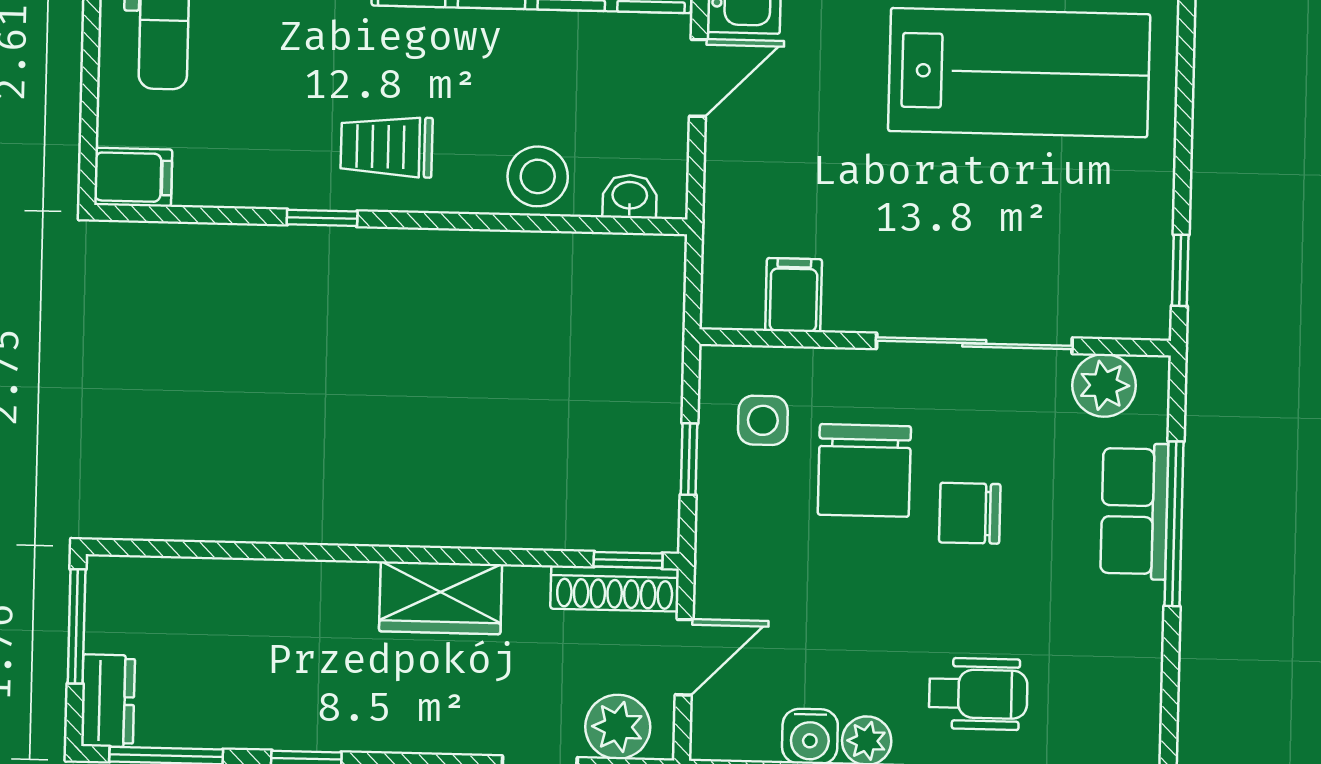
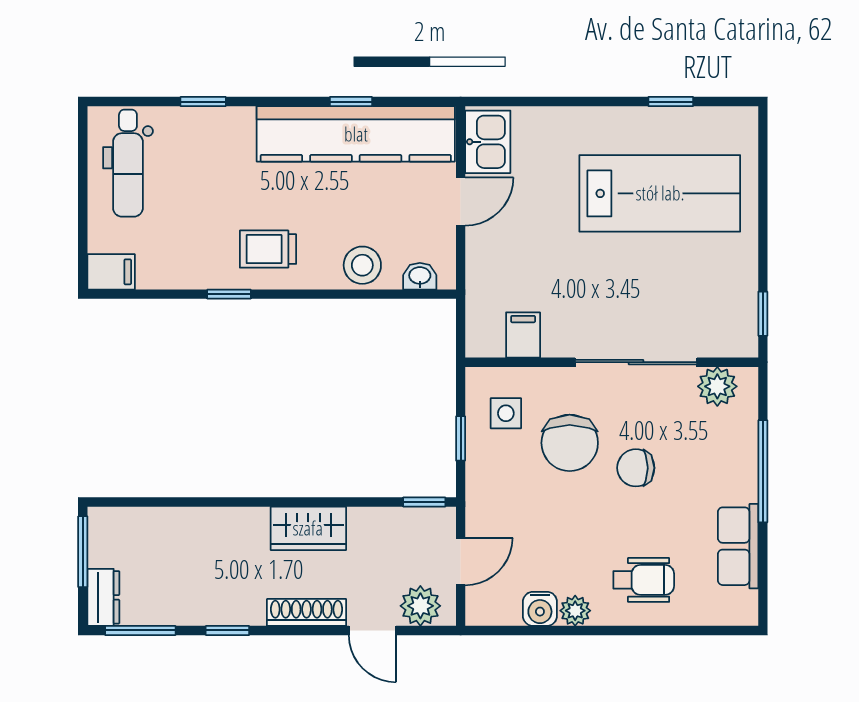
row of seats: (1135, 511) -> (738, 546), moved
shoe rack: (615, 589) -> (307, 612), moved, turned 180

